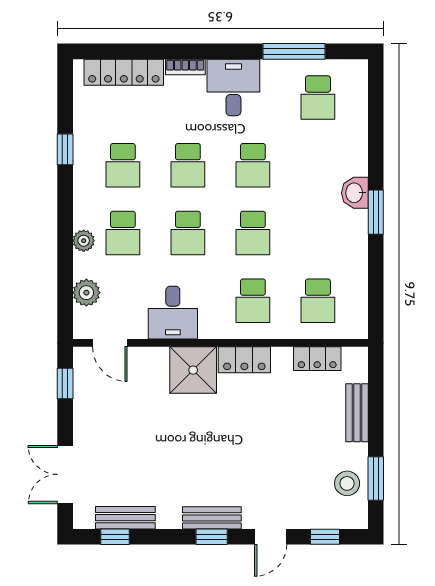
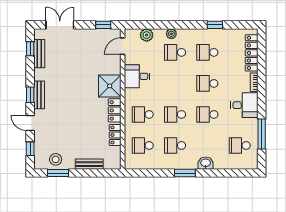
washbasin: (355, 193) -> (206, 163), moved
school desk: (188, 233) -> (175, 145), moved
locker: (317, 359) -> (115, 135), moved

